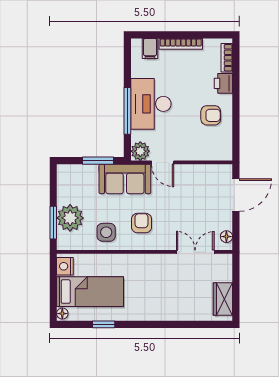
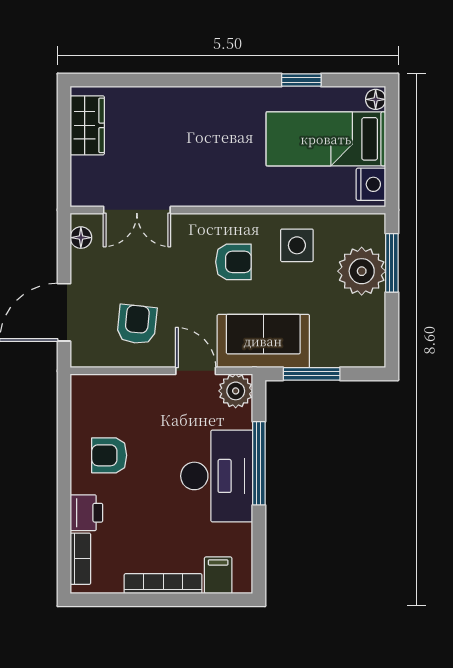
armchair: (195, 188) -> (137, 324), added
armchair: (142, 223) -> (233, 262), turned -90

